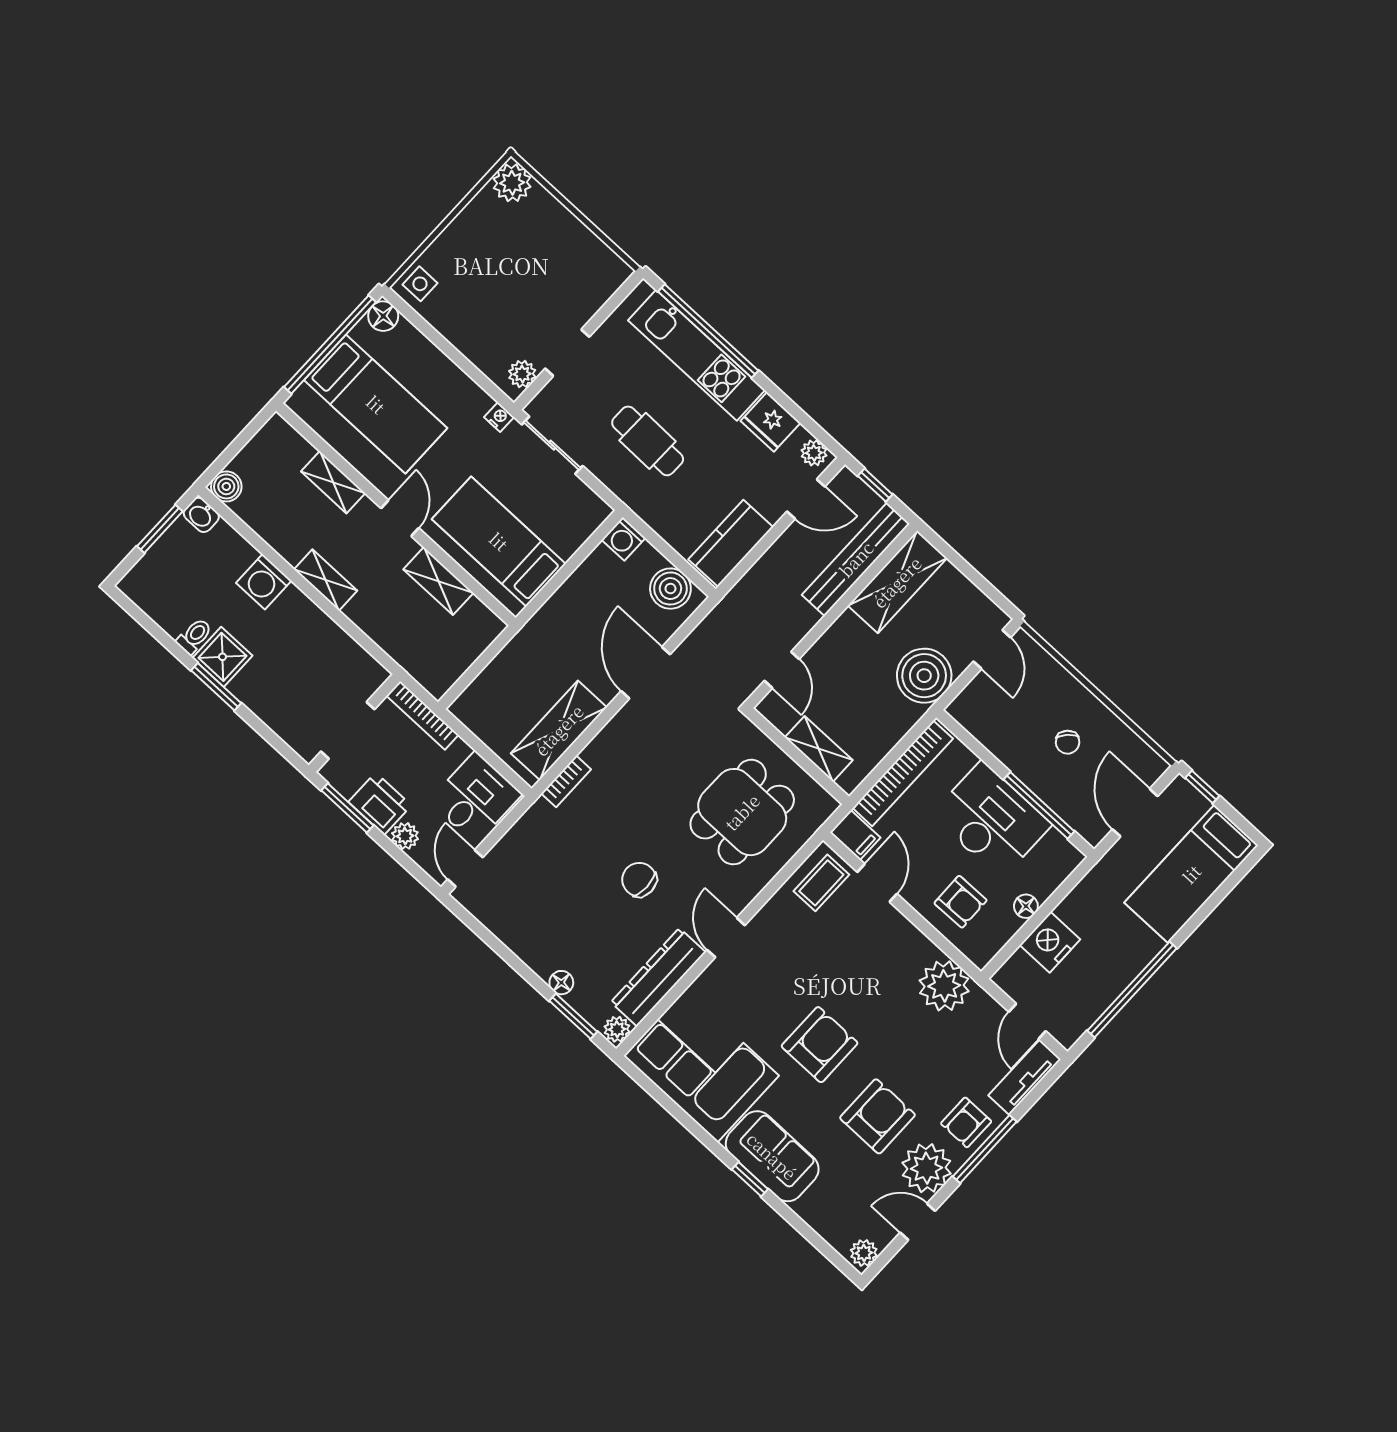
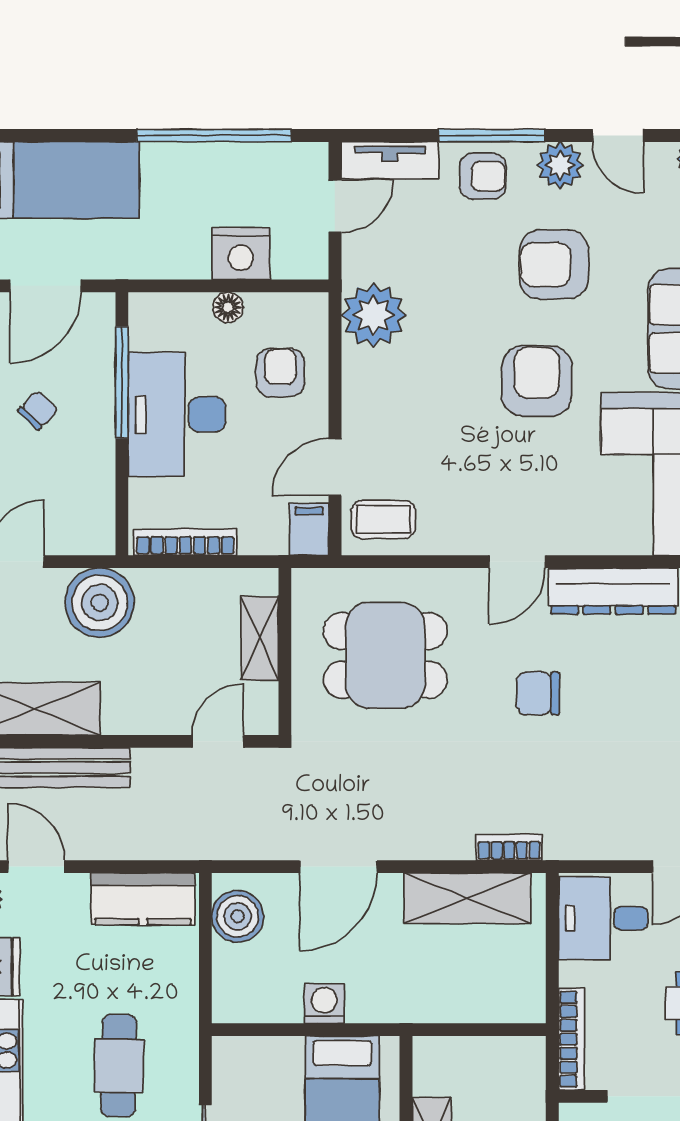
washing machine: (624, 539) -> (324, 1003), moved, turned -90
bookcase: (903, 773) -> (185, 542), width x0.68, depth x0.76
chair: (639, 880) -> (538, 693), turned 90
armchair: (820, 1045) -> (537, 381), turned 90
plant: (927, 1168) -> (560, 165), width x0.73, depth x0.73

